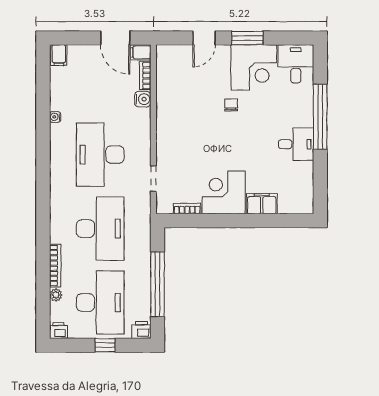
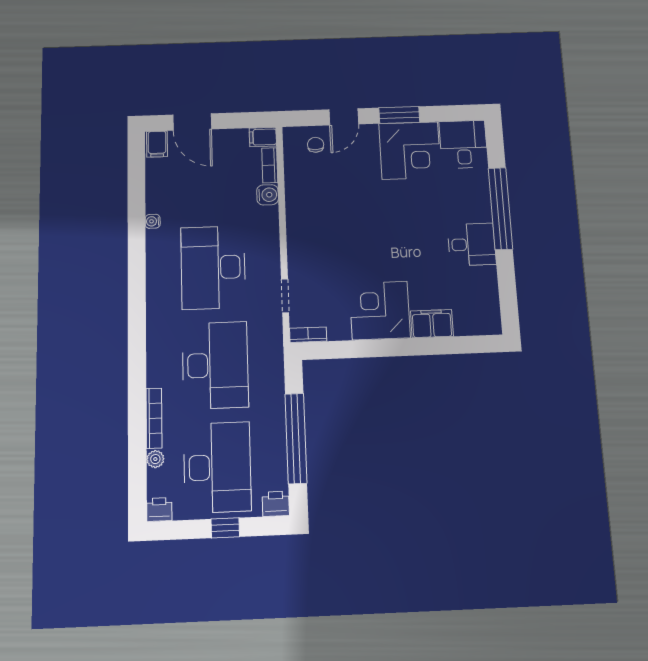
door: (115, 38) -> (192, 122), moved
chair: (231, 105) -> (316, 145), moved
bookcase: (187, 209) -> (308, 335), moved

